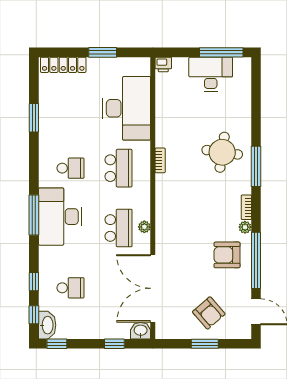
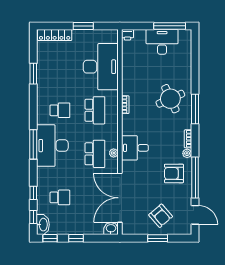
round table: (222, 152) -> (170, 99), turned -32
desk: (173, 220) -> (135, 148), added
window: (114, 344) -> (76, 238), moved

